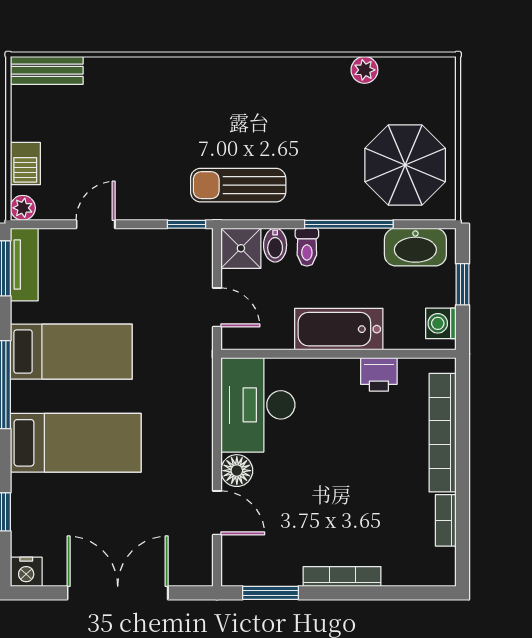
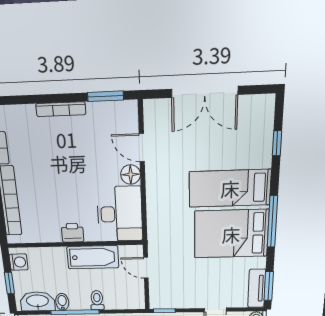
bidet: (275, 245) -> (62, 302), moved
shower: (241, 248) -> (134, 299), removed
bathtub: (339, 329) -> (93, 257), moved
bed: (71, 352) -> (231, 234), width x1.50
printer: (379, 374) -> (72, 233), moved
nightstand: (26, 572) -> (265, 104), removed

